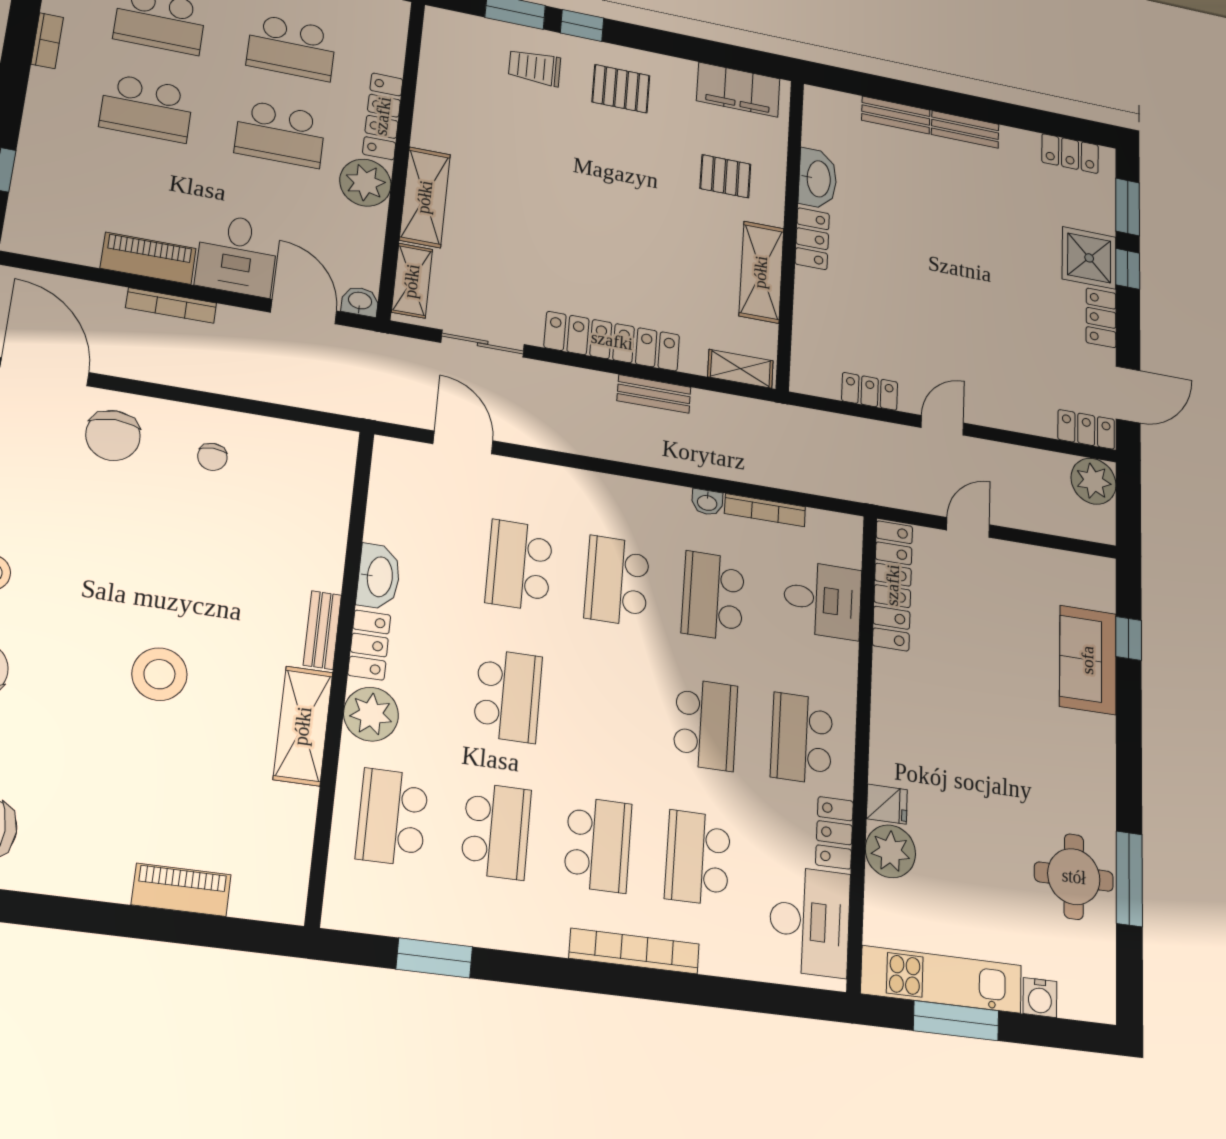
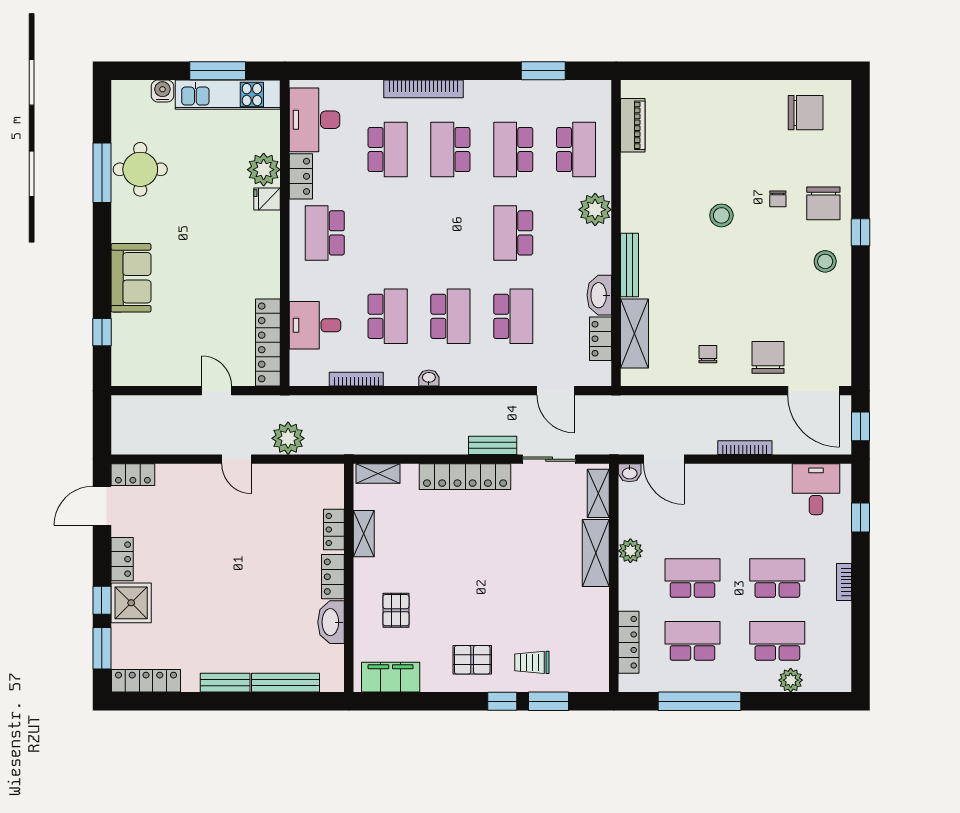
bookcase: (47, 41) -> (844, 582), moved
trolley: (535, 68) -> (532, 662), turned 180
bench: (896, 115) -> (286, 683), width x1.36
locker: (383, 116) -> (629, 642), moved
locker: (1070, 154) -> (146, 681), width x1.53
pallet: (725, 176) -> (396, 610), turned 90
plant: (365, 183) -> (630, 551), width x0.73, depth x0.73
desk: (237, 255) -> (816, 489), moved
piano: (148, 258) -> (763, 476), removed
shelving: (761, 272) -> (364, 534), width x0.67, depth x0.75
locker: (870, 391) -> (334, 529), moved, turned 90
bench: (654, 394) -> (493, 445), moved
door: (942, 425) -> (237, 459), hinge flipped
plant: (1094, 481) -> (288, 438), moved
washbasin: (707, 502) -> (429, 378), moved
door: (968, 527) -> (217, 391), swing flipped
bench: (322, 630) -> (630, 265), width x1.36
locker: (369, 645) -> (601, 339), moved
sofa: (1088, 660) -> (131, 278), moved
stool: (159, 674) -> (721, 215), width x0.73, depth x0.73
chair: (58, 688) -> (778, 199), added
school desk: (706, 724) -> (388, 233), removed
shelving: (303, 726) -> (634, 333), moved
school desk: (802, 738) -> (325, 233), turned 180
piano: (181, 890) -> (633, 125), moved, turned -90

